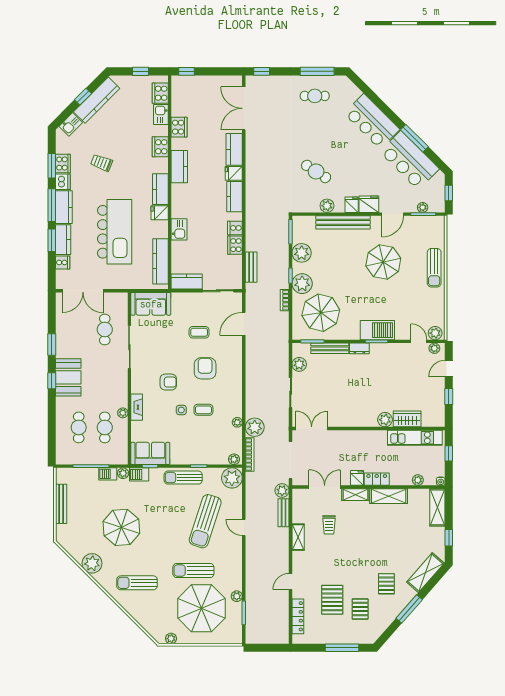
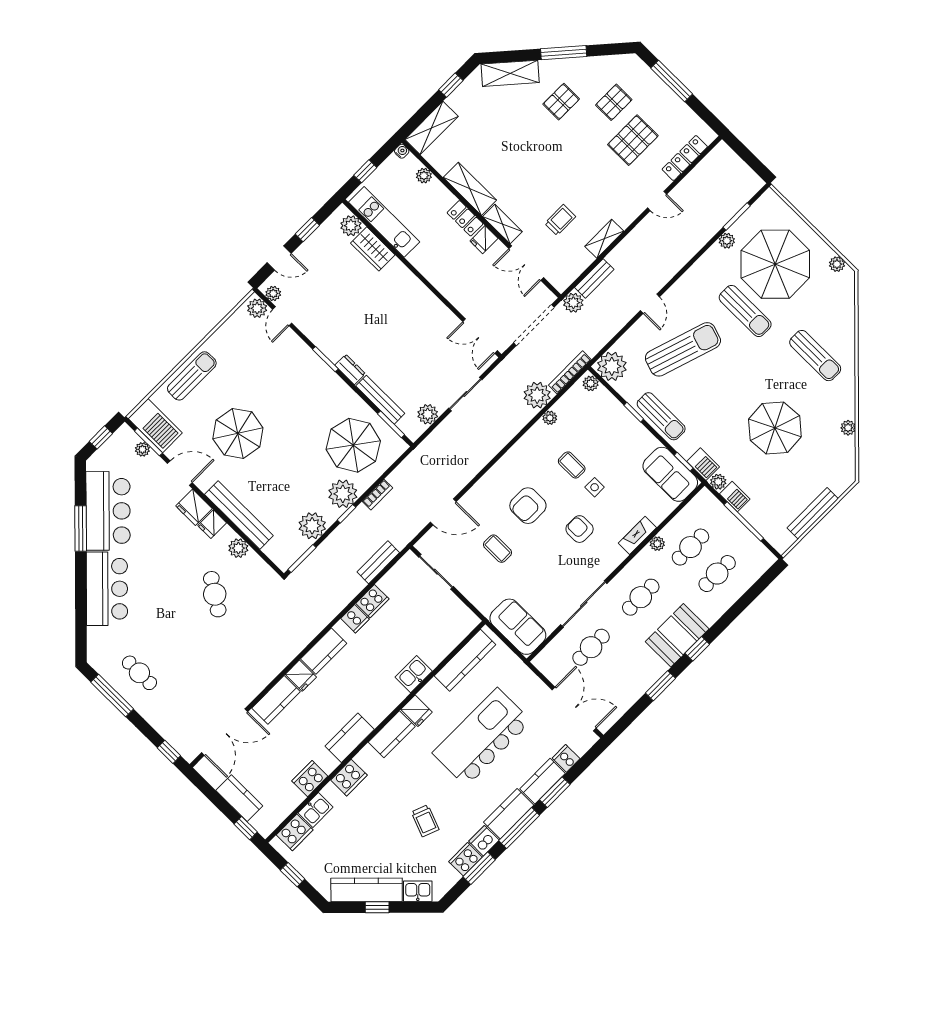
kitchen counter: (187, 281) -> (239, 798), moved, turned 180
barbecue: (377, 330) -> (155, 426), moved, turned 180
cafe table: (105, 378) -> (641, 597), added
plant: (385, 420) -> (351, 226), moved
plant: (92, 563) -> (848, 428), width x0.53, depth x0.53

